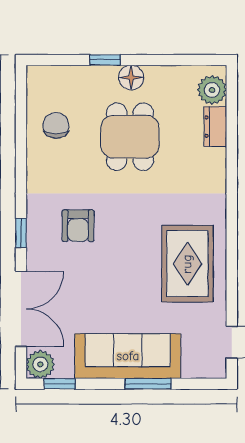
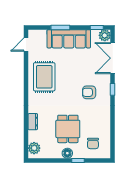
chair: (56, 125) -> (93, 143), moved
dresser: (215, 127) -> (33, 122), moved
armchair: (78, 226) -> (89, 92), turned -90

